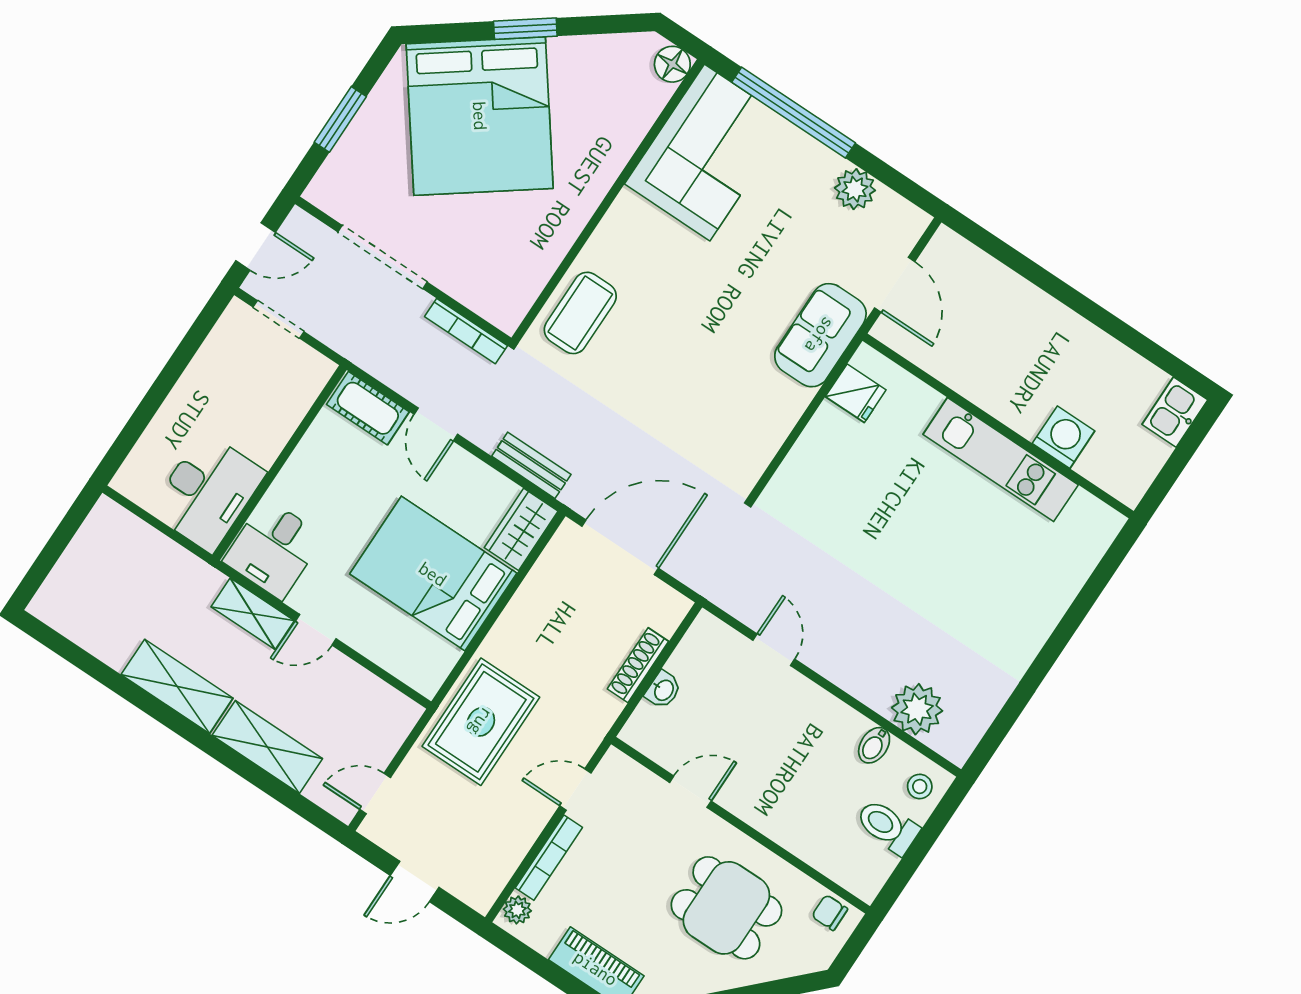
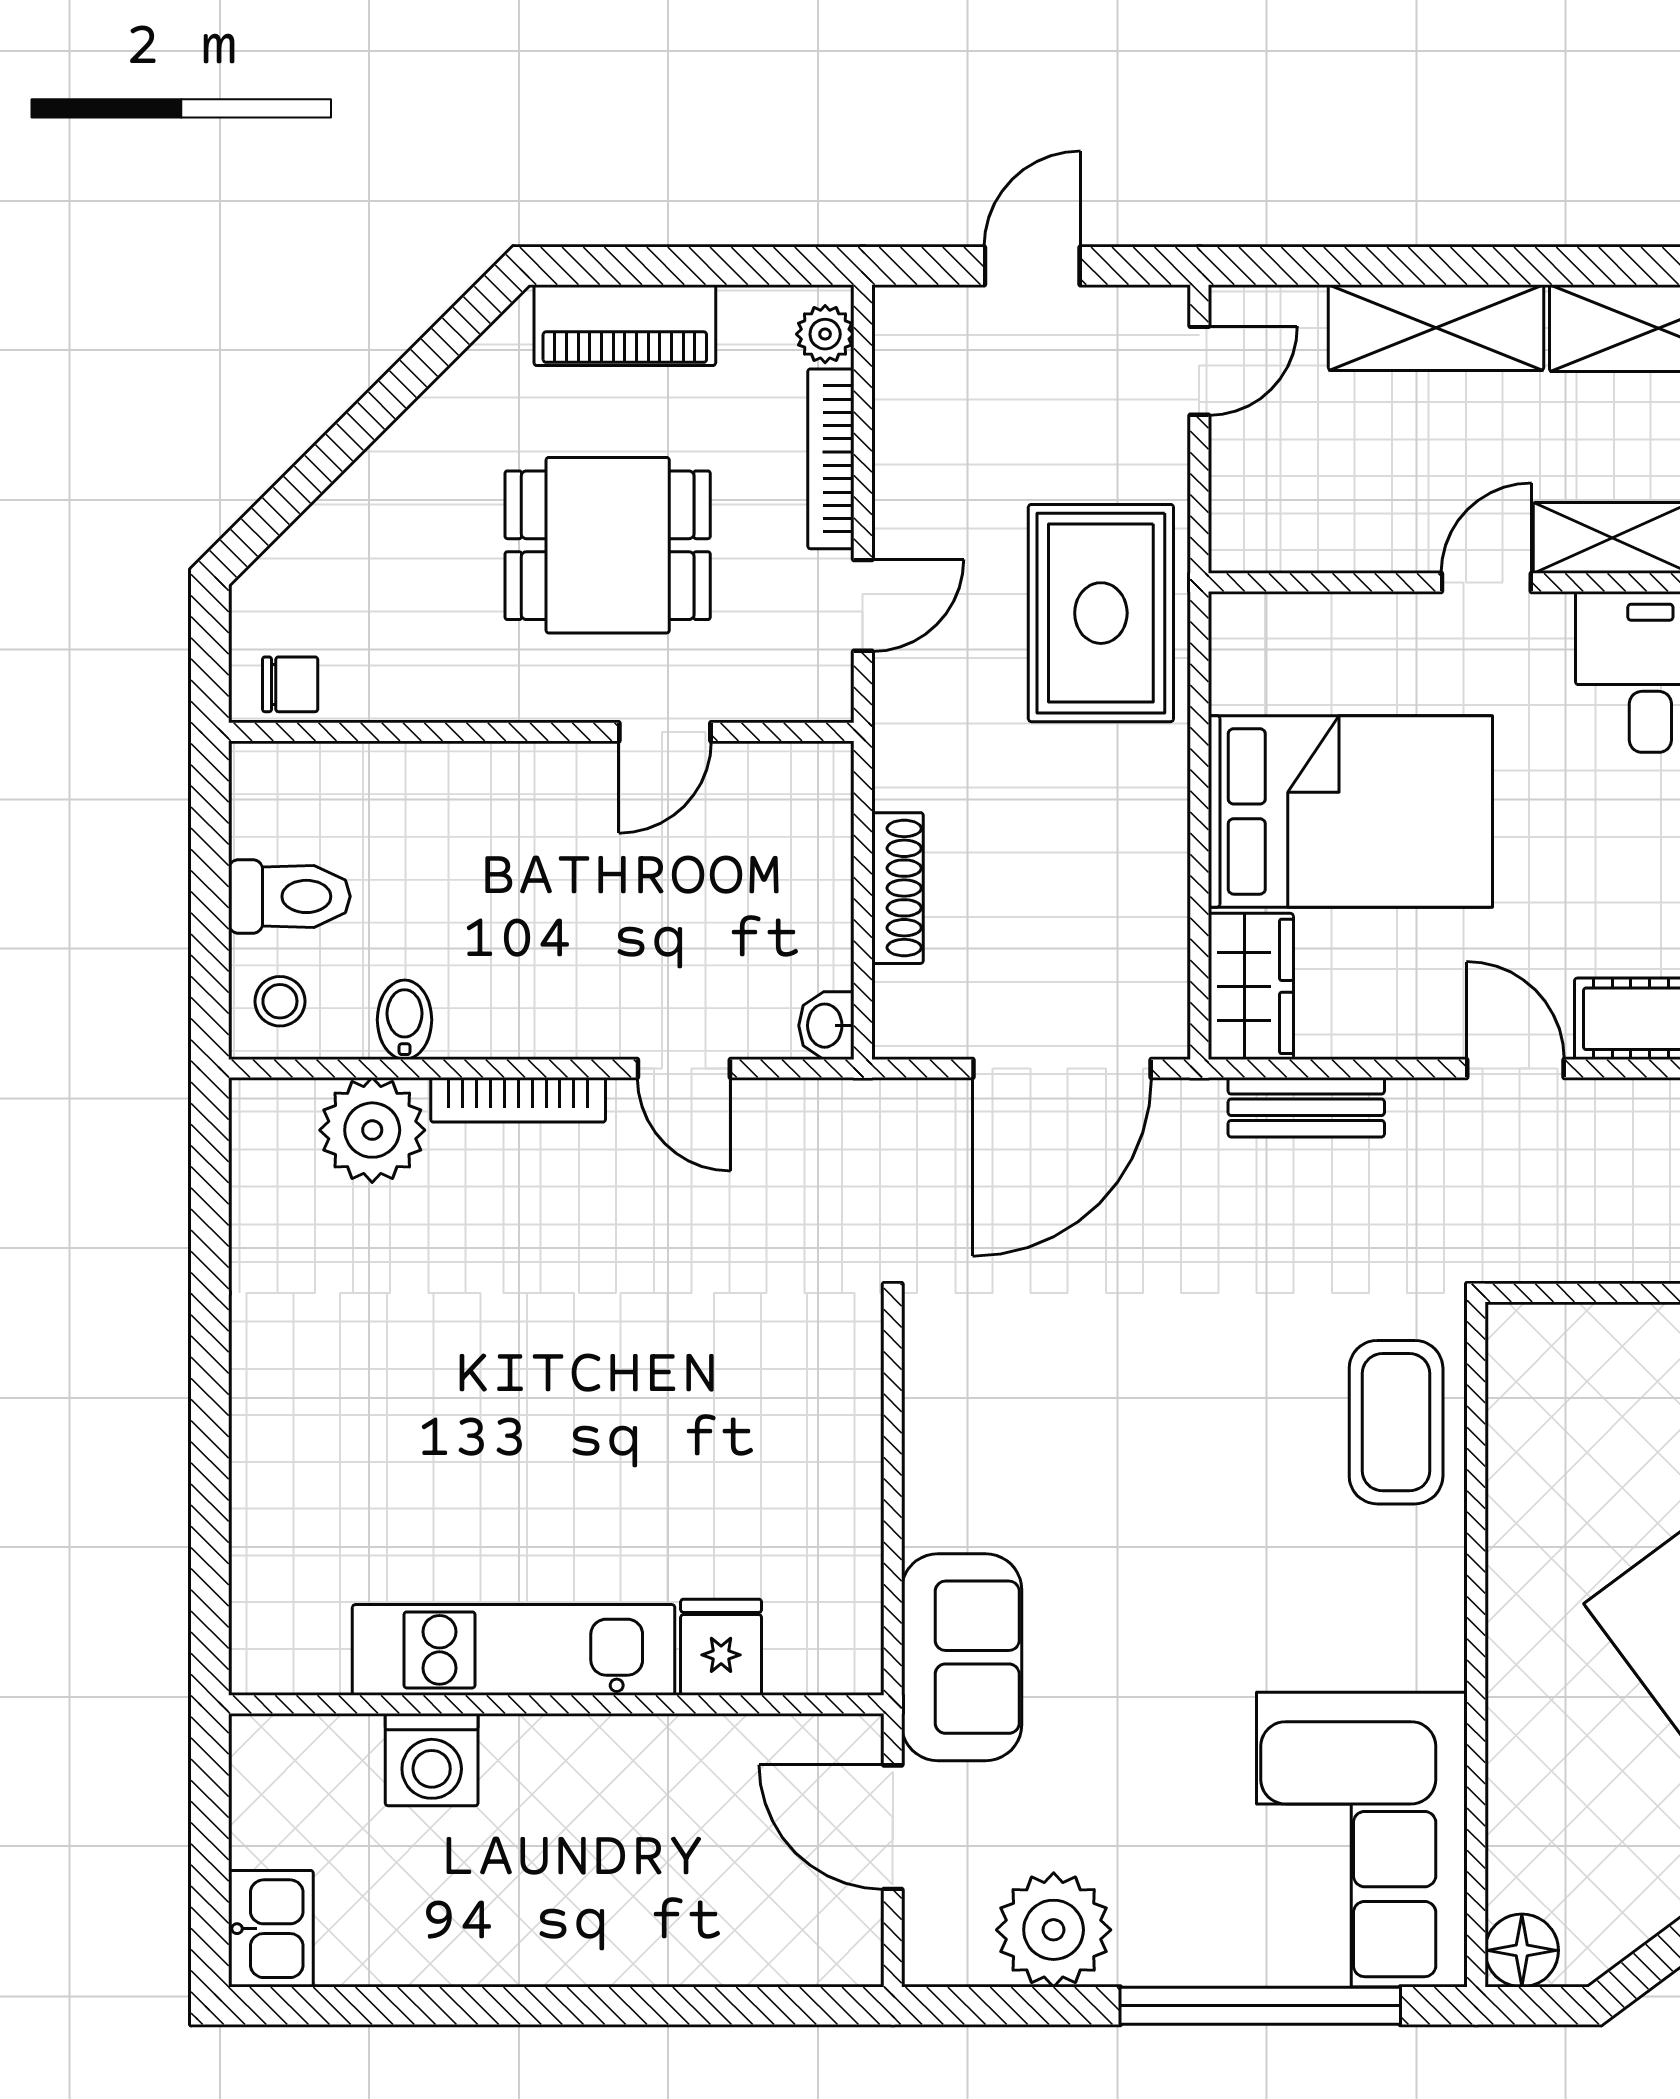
plant: (855, 189) -> (1054, 1930), width x1.36, depth x1.36
bookcase: (466, 331) -> (518, 1100), moved, turned 180
fridge: (856, 393) -> (721, 1647), moved, turned 90
washbasin: (663, 690) -> (826, 1026), moved
dining table: (726, 908) -> (608, 545), moved

